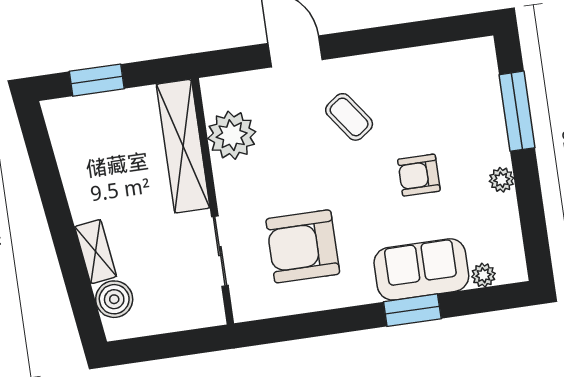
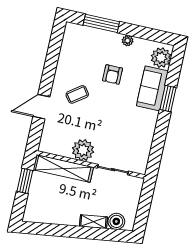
window: (97, 80) -> (25, 181), moved
plant: (232, 135) -> (83, 150), moved
armchair: (303, 246) -> (124, 134), removed
plant: (483, 275) -> (161, 58), width x1.87, depth x1.87

